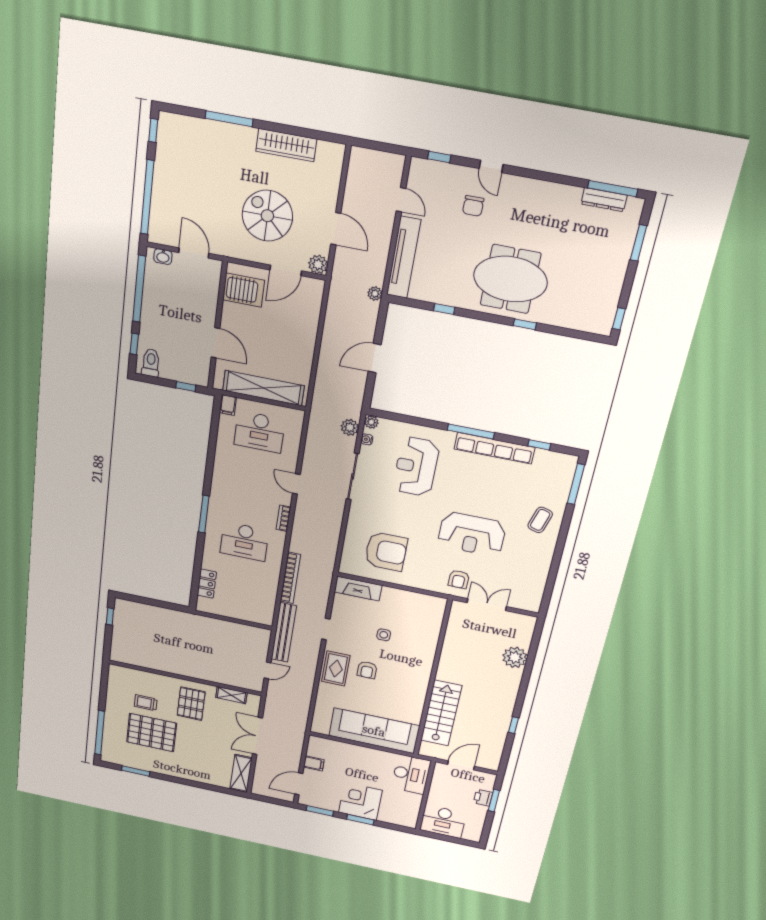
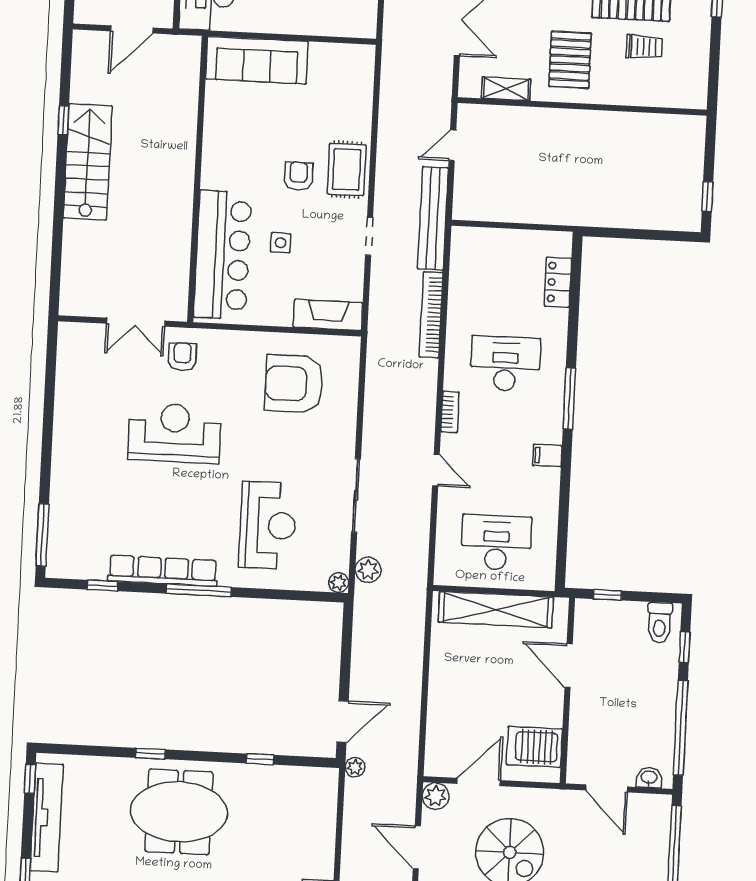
tv unit: (404, 257) -> (47, 818), moved, turned 180
door: (375, 358) -> (343, 722), moved
filing cabinet: (228, 405) -> (547, 455), moved, turned -90
water cooler: (367, 439) -> (342, 555), removed
coffee table: (540, 520) -> (82, 472), removed
bar counter: (423, 634) -> (223, 255), added
plant: (515, 657) -> (81, 240), removed
stairs: (441, 713) -> (88, 162), moved, turned 180
sofa: (374, 731) -> (257, 60), width x0.74, depth x0.79

